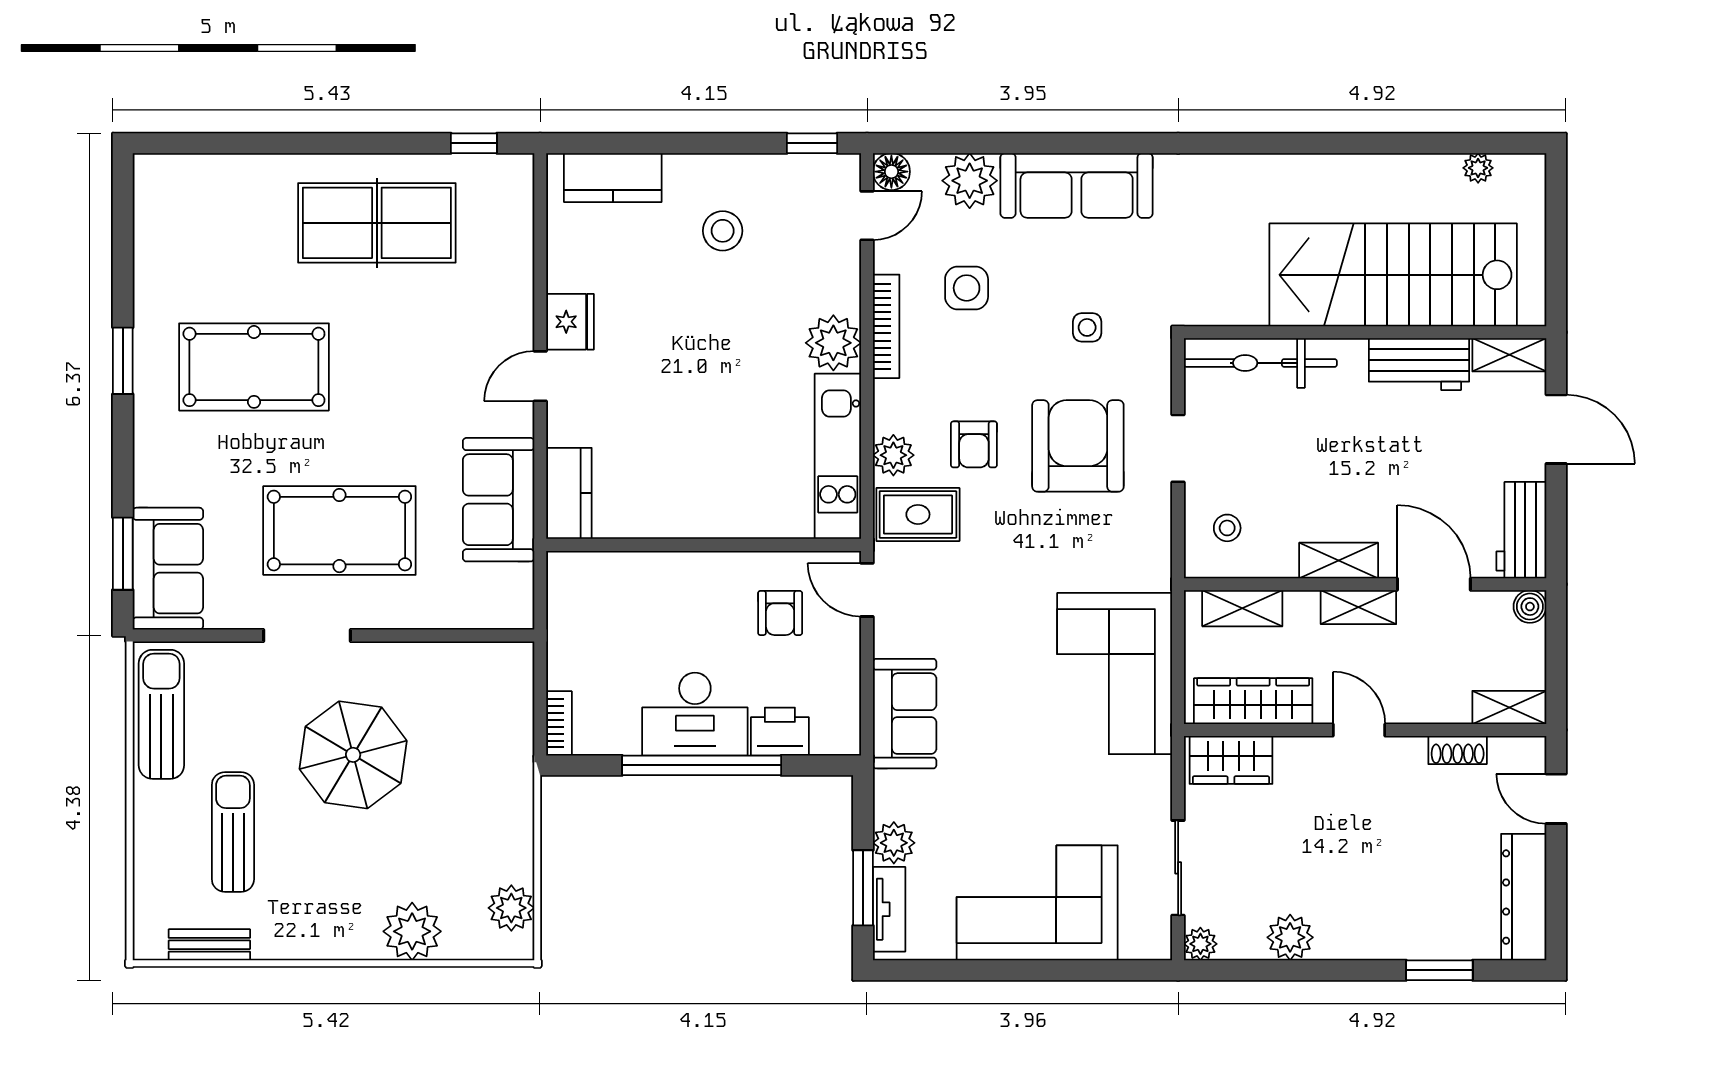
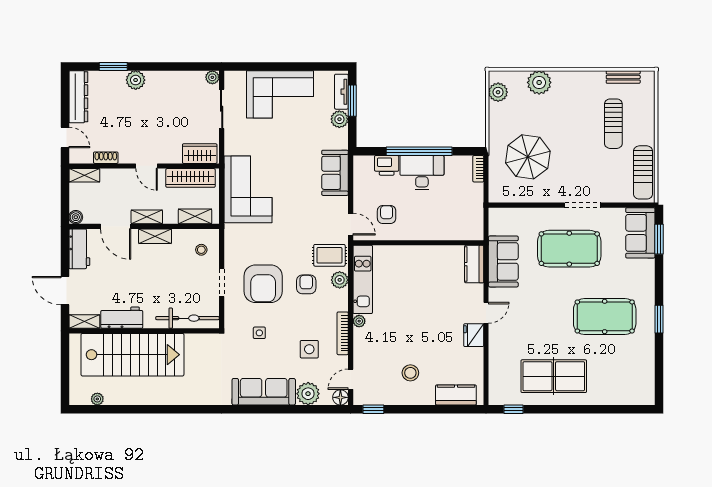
plant: (833, 343) -> (359, 321), width x0.53, depth x0.53
parasol: (353, 755) -> (528, 157), moved
plant: (1290, 937) -> (136, 80), moved

